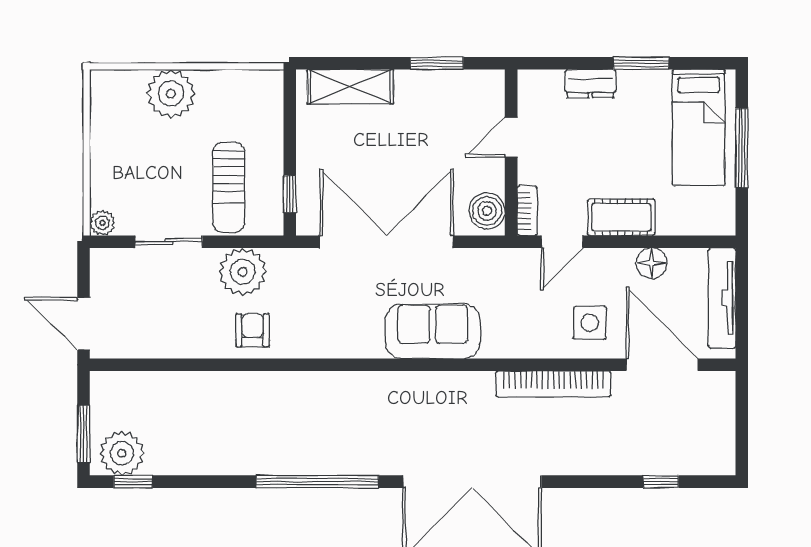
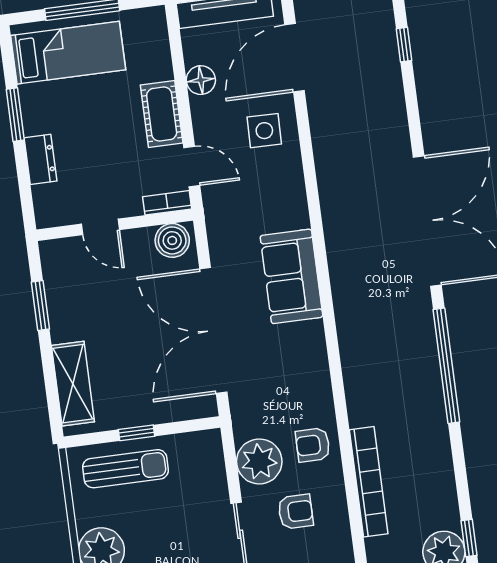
sun lounger: (229, 187) -> (126, 469), moved
window: (290, 194) -> (137, 433), moved
armchair: (185, 303) -> (296, 512), added
bookcase: (553, 384) -> (369, 482), moved

